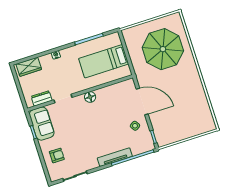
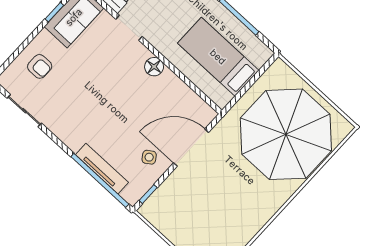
parasol: (163, 49) -> (286, 134), width x1.36, depth x1.36
door: (142, 102) -> (191, 148), swing flipped
tv unit: (115, 157) -> (102, 169), moved

